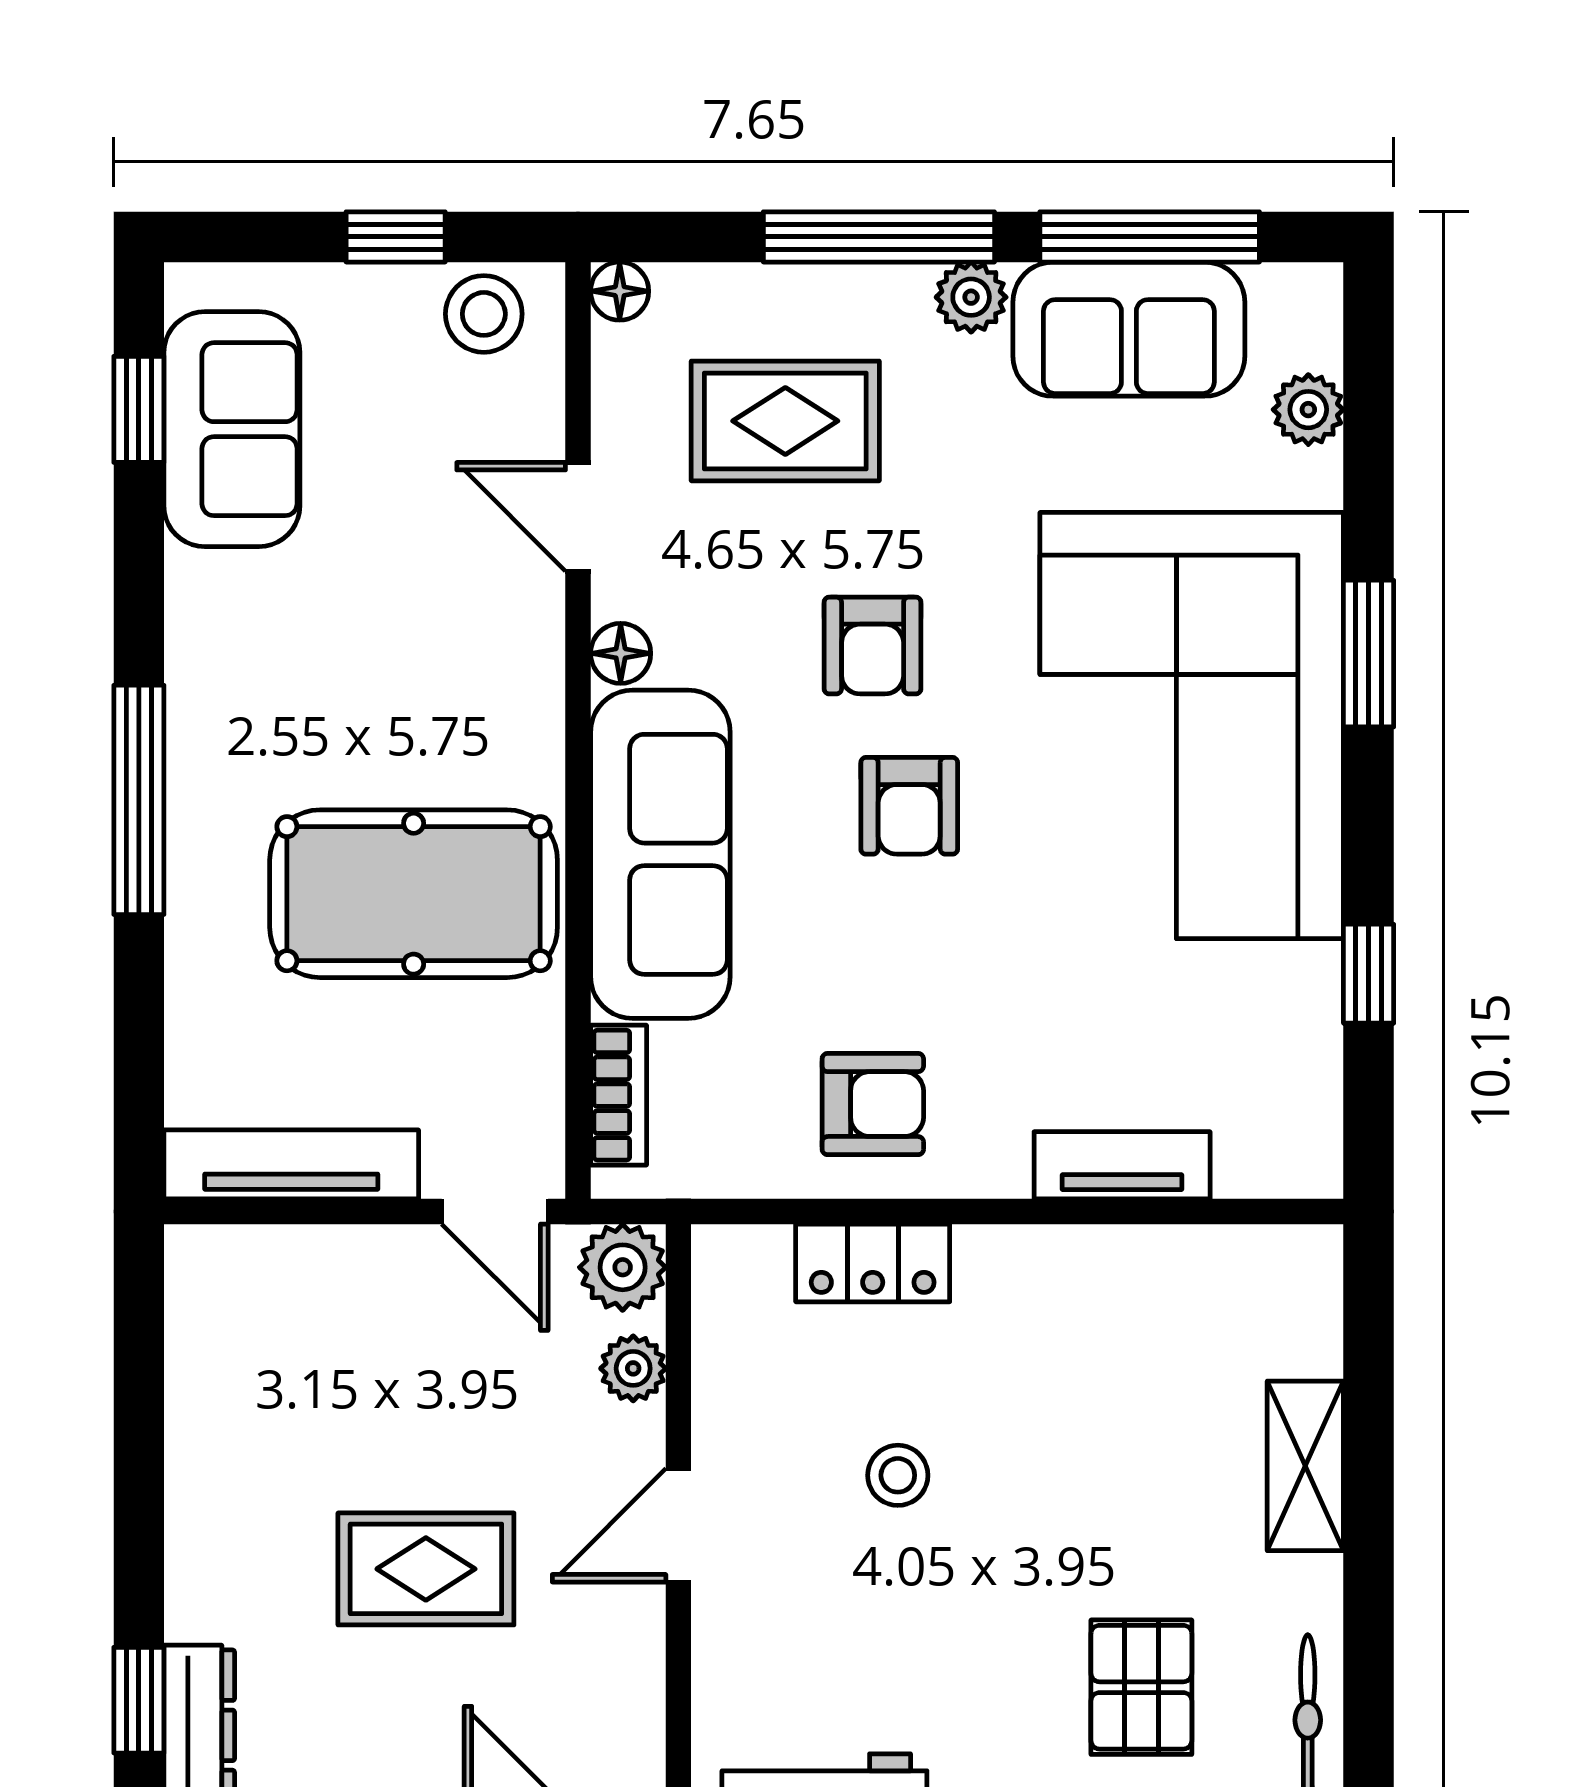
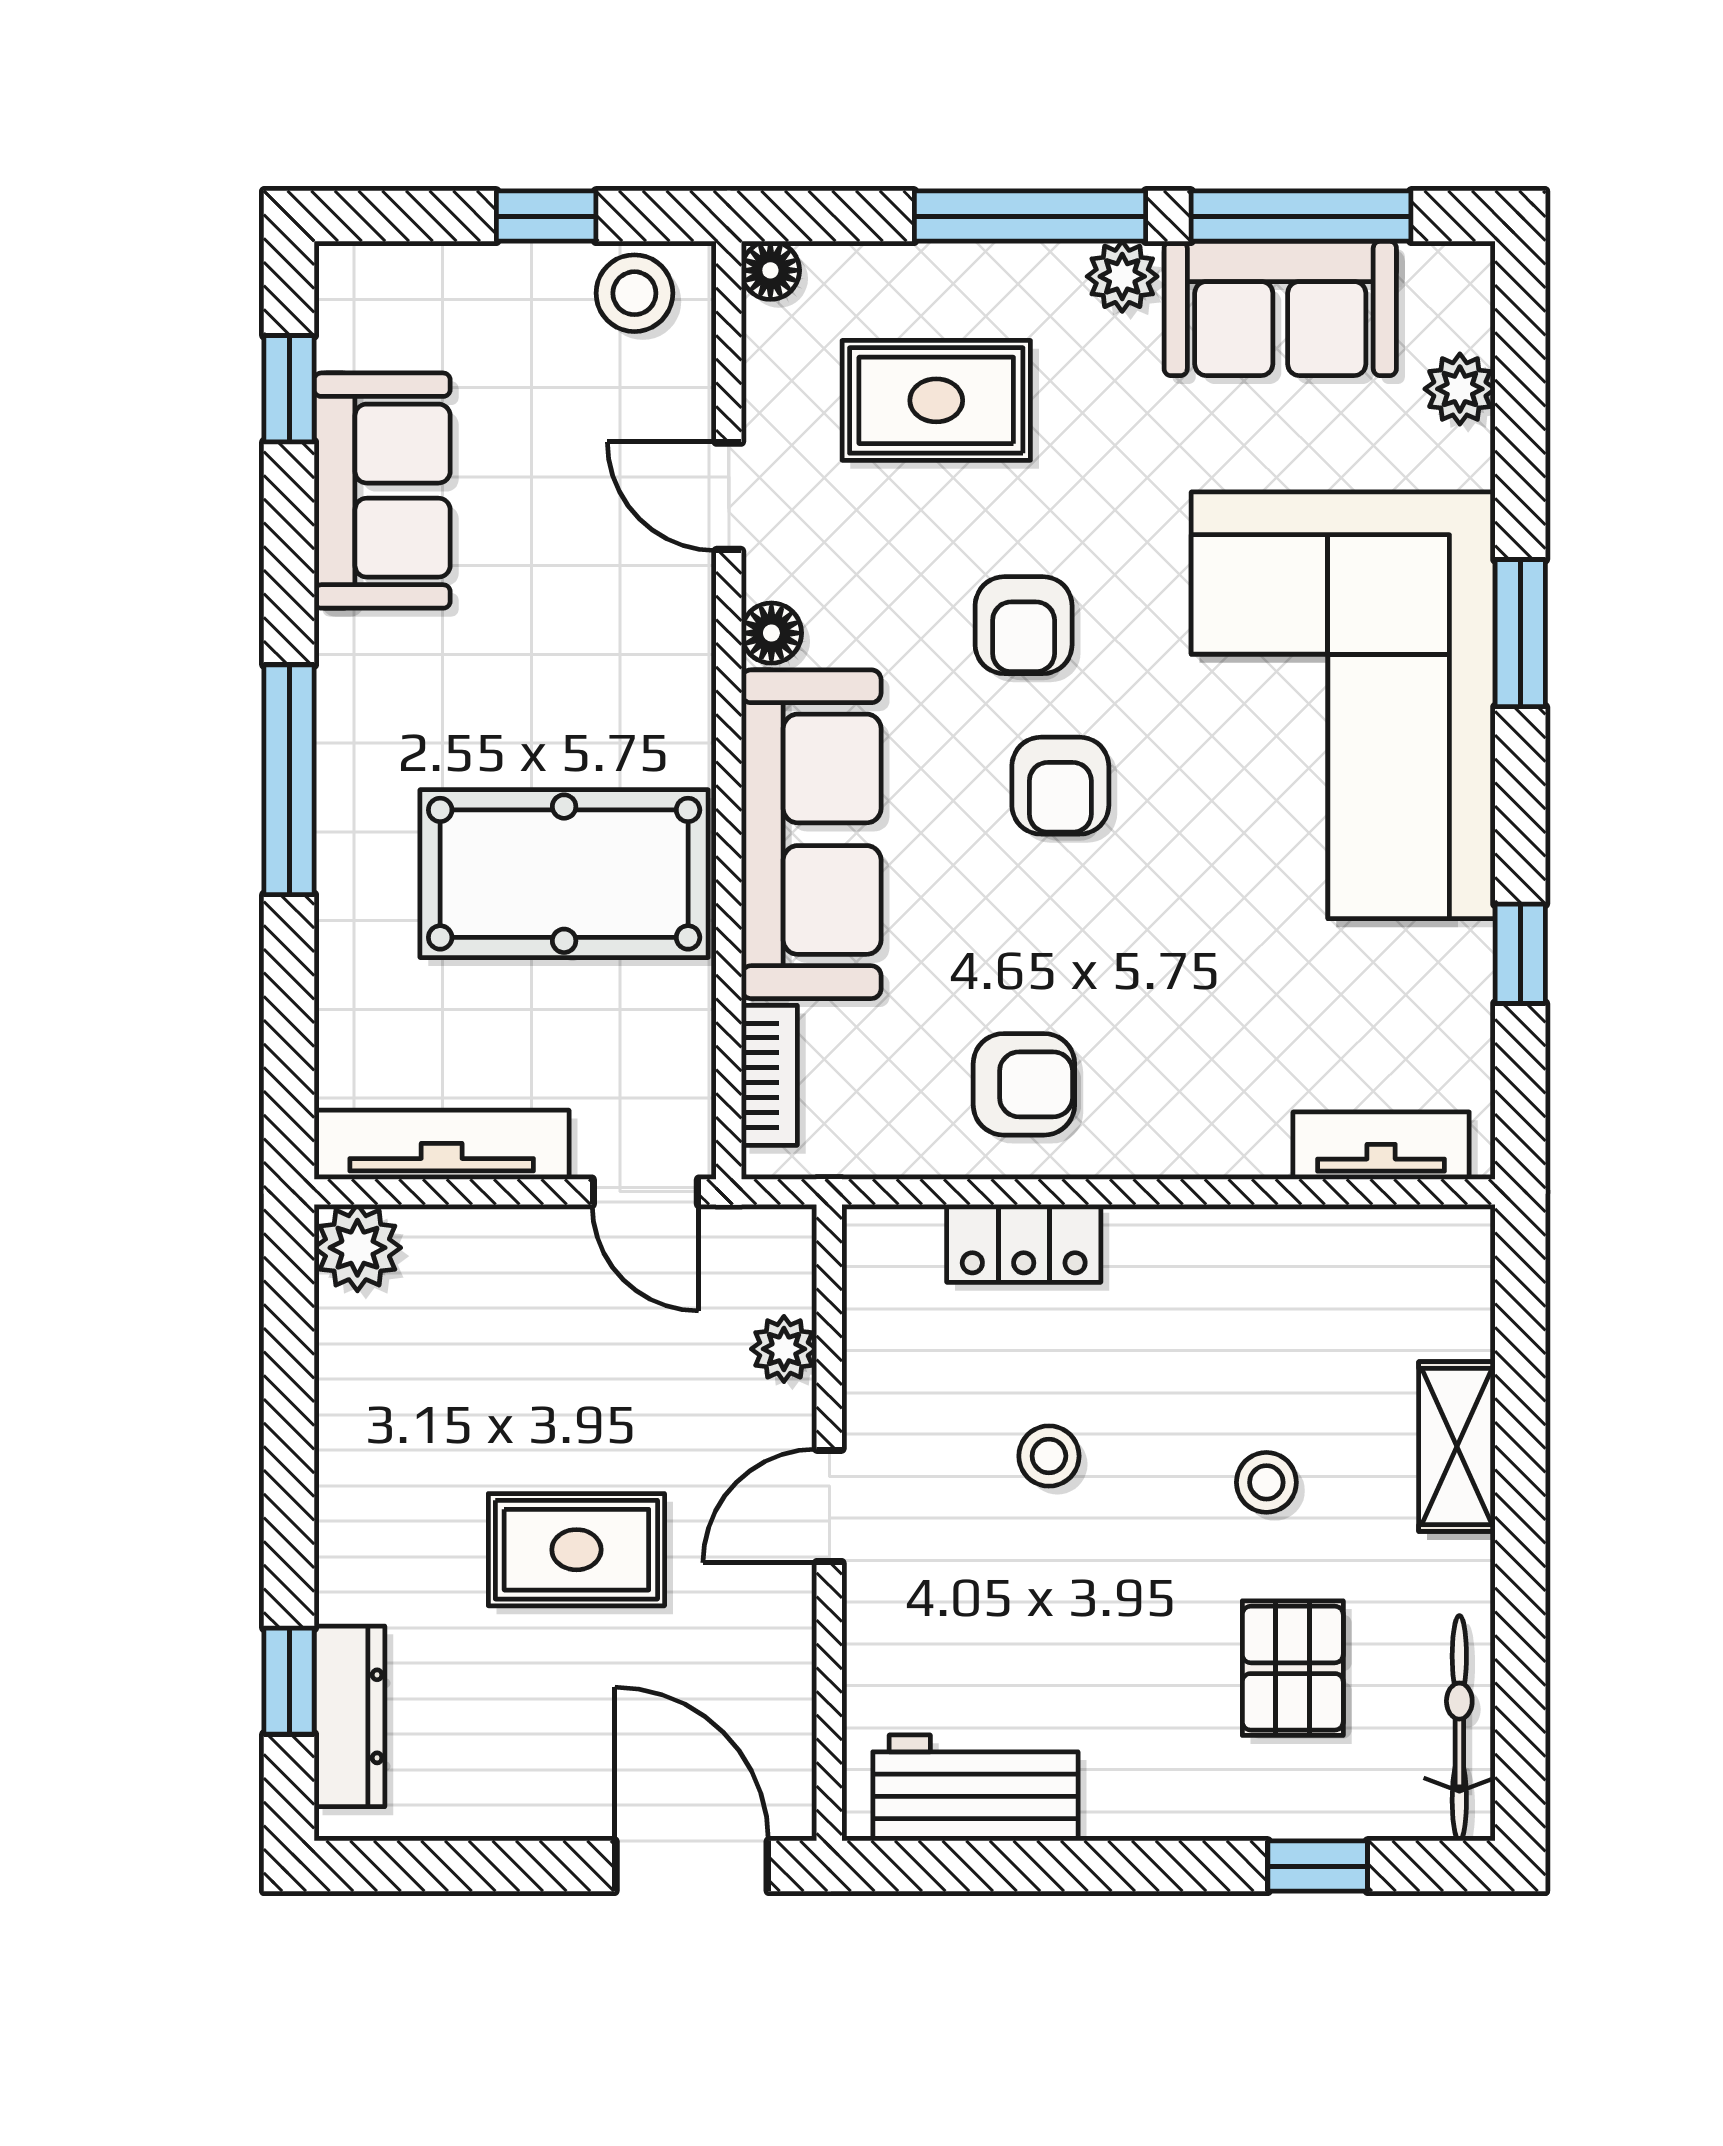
sofa: (232, 429) -> (382, 491), moved
tv unit: (1122, 1165) -> (1381, 1146), moved
plant: (623, 1267) -> (357, 1248), moved
stool: (1115, 1502) -> (1266, 1482), added

